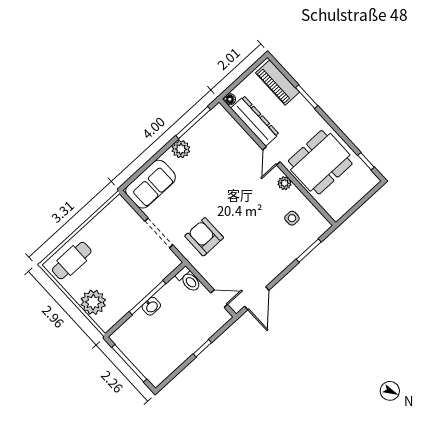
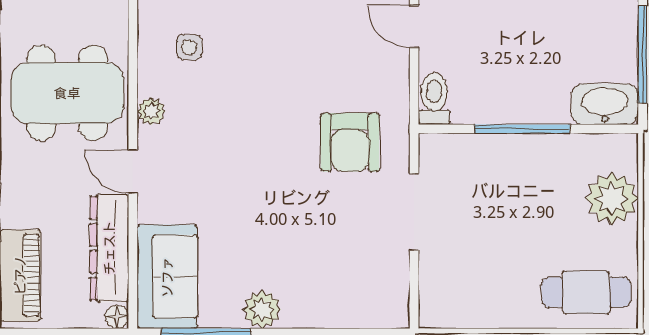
door: (271, 156) -> (133, 172), swing flipped
sofa: (151, 184) -> (167, 277), moved, turned 90
washbasin: (151, 306) -> (605, 104), moved, width x1.91, depth x1.45

